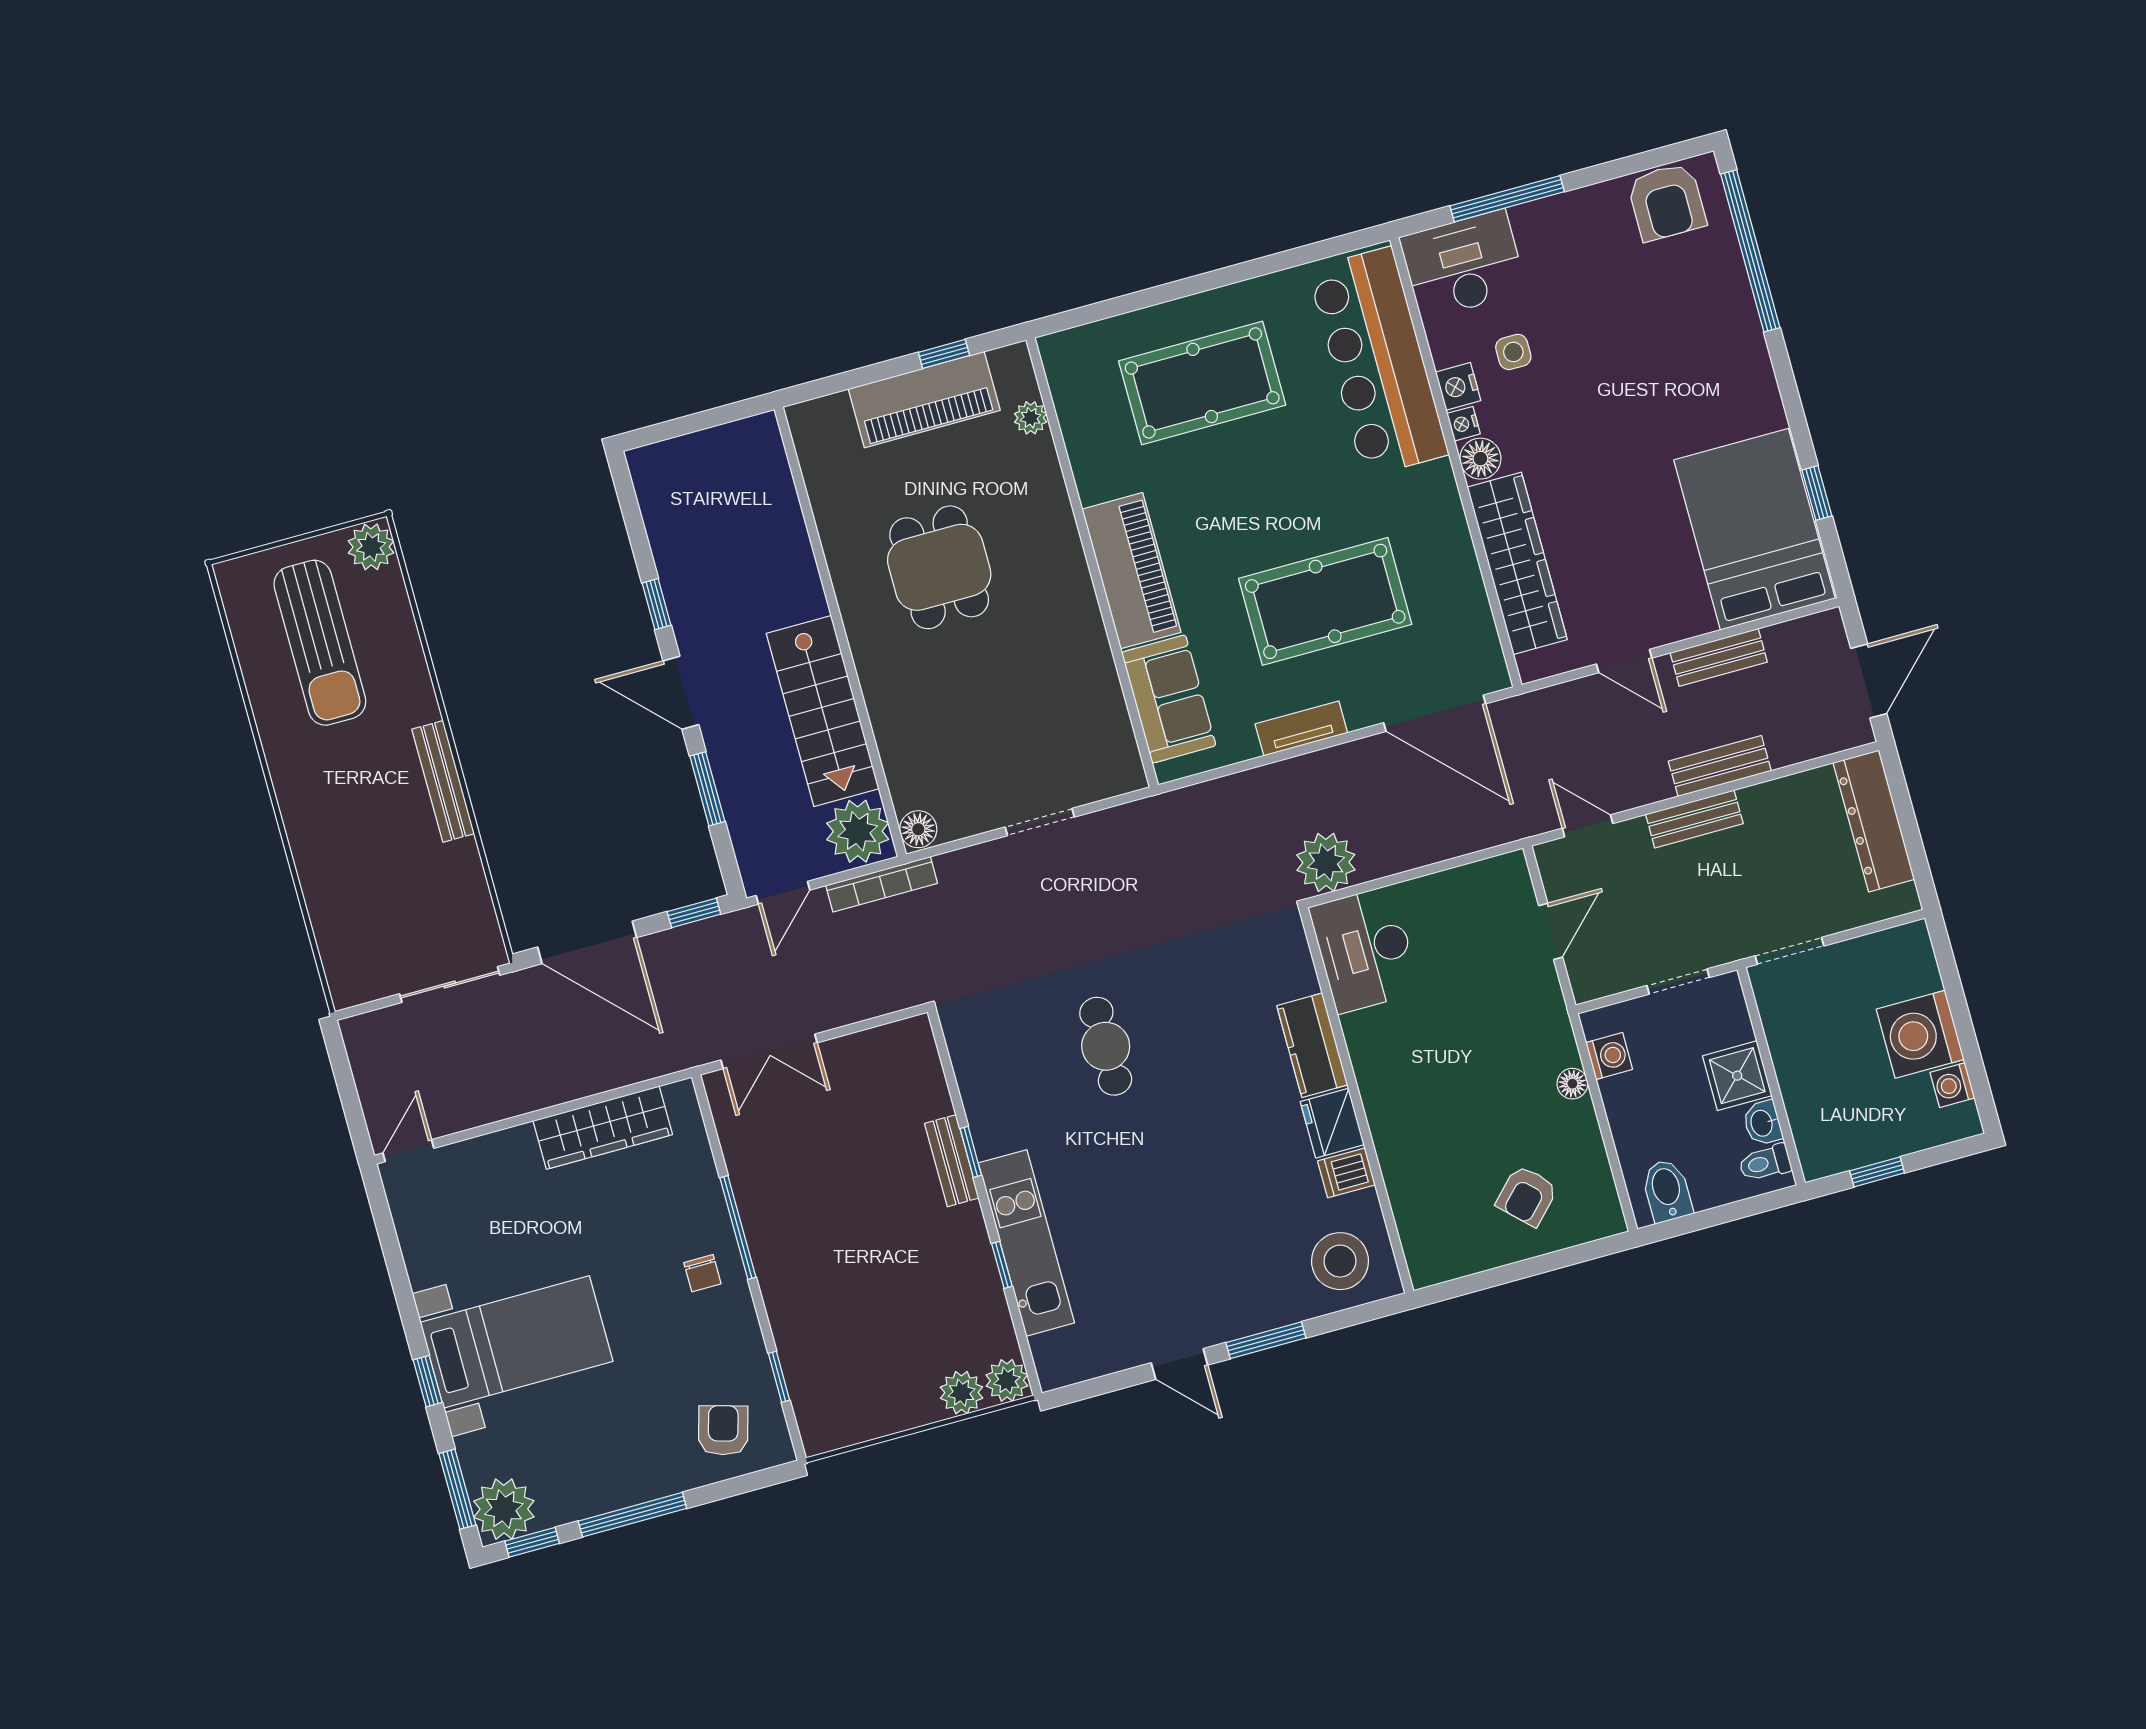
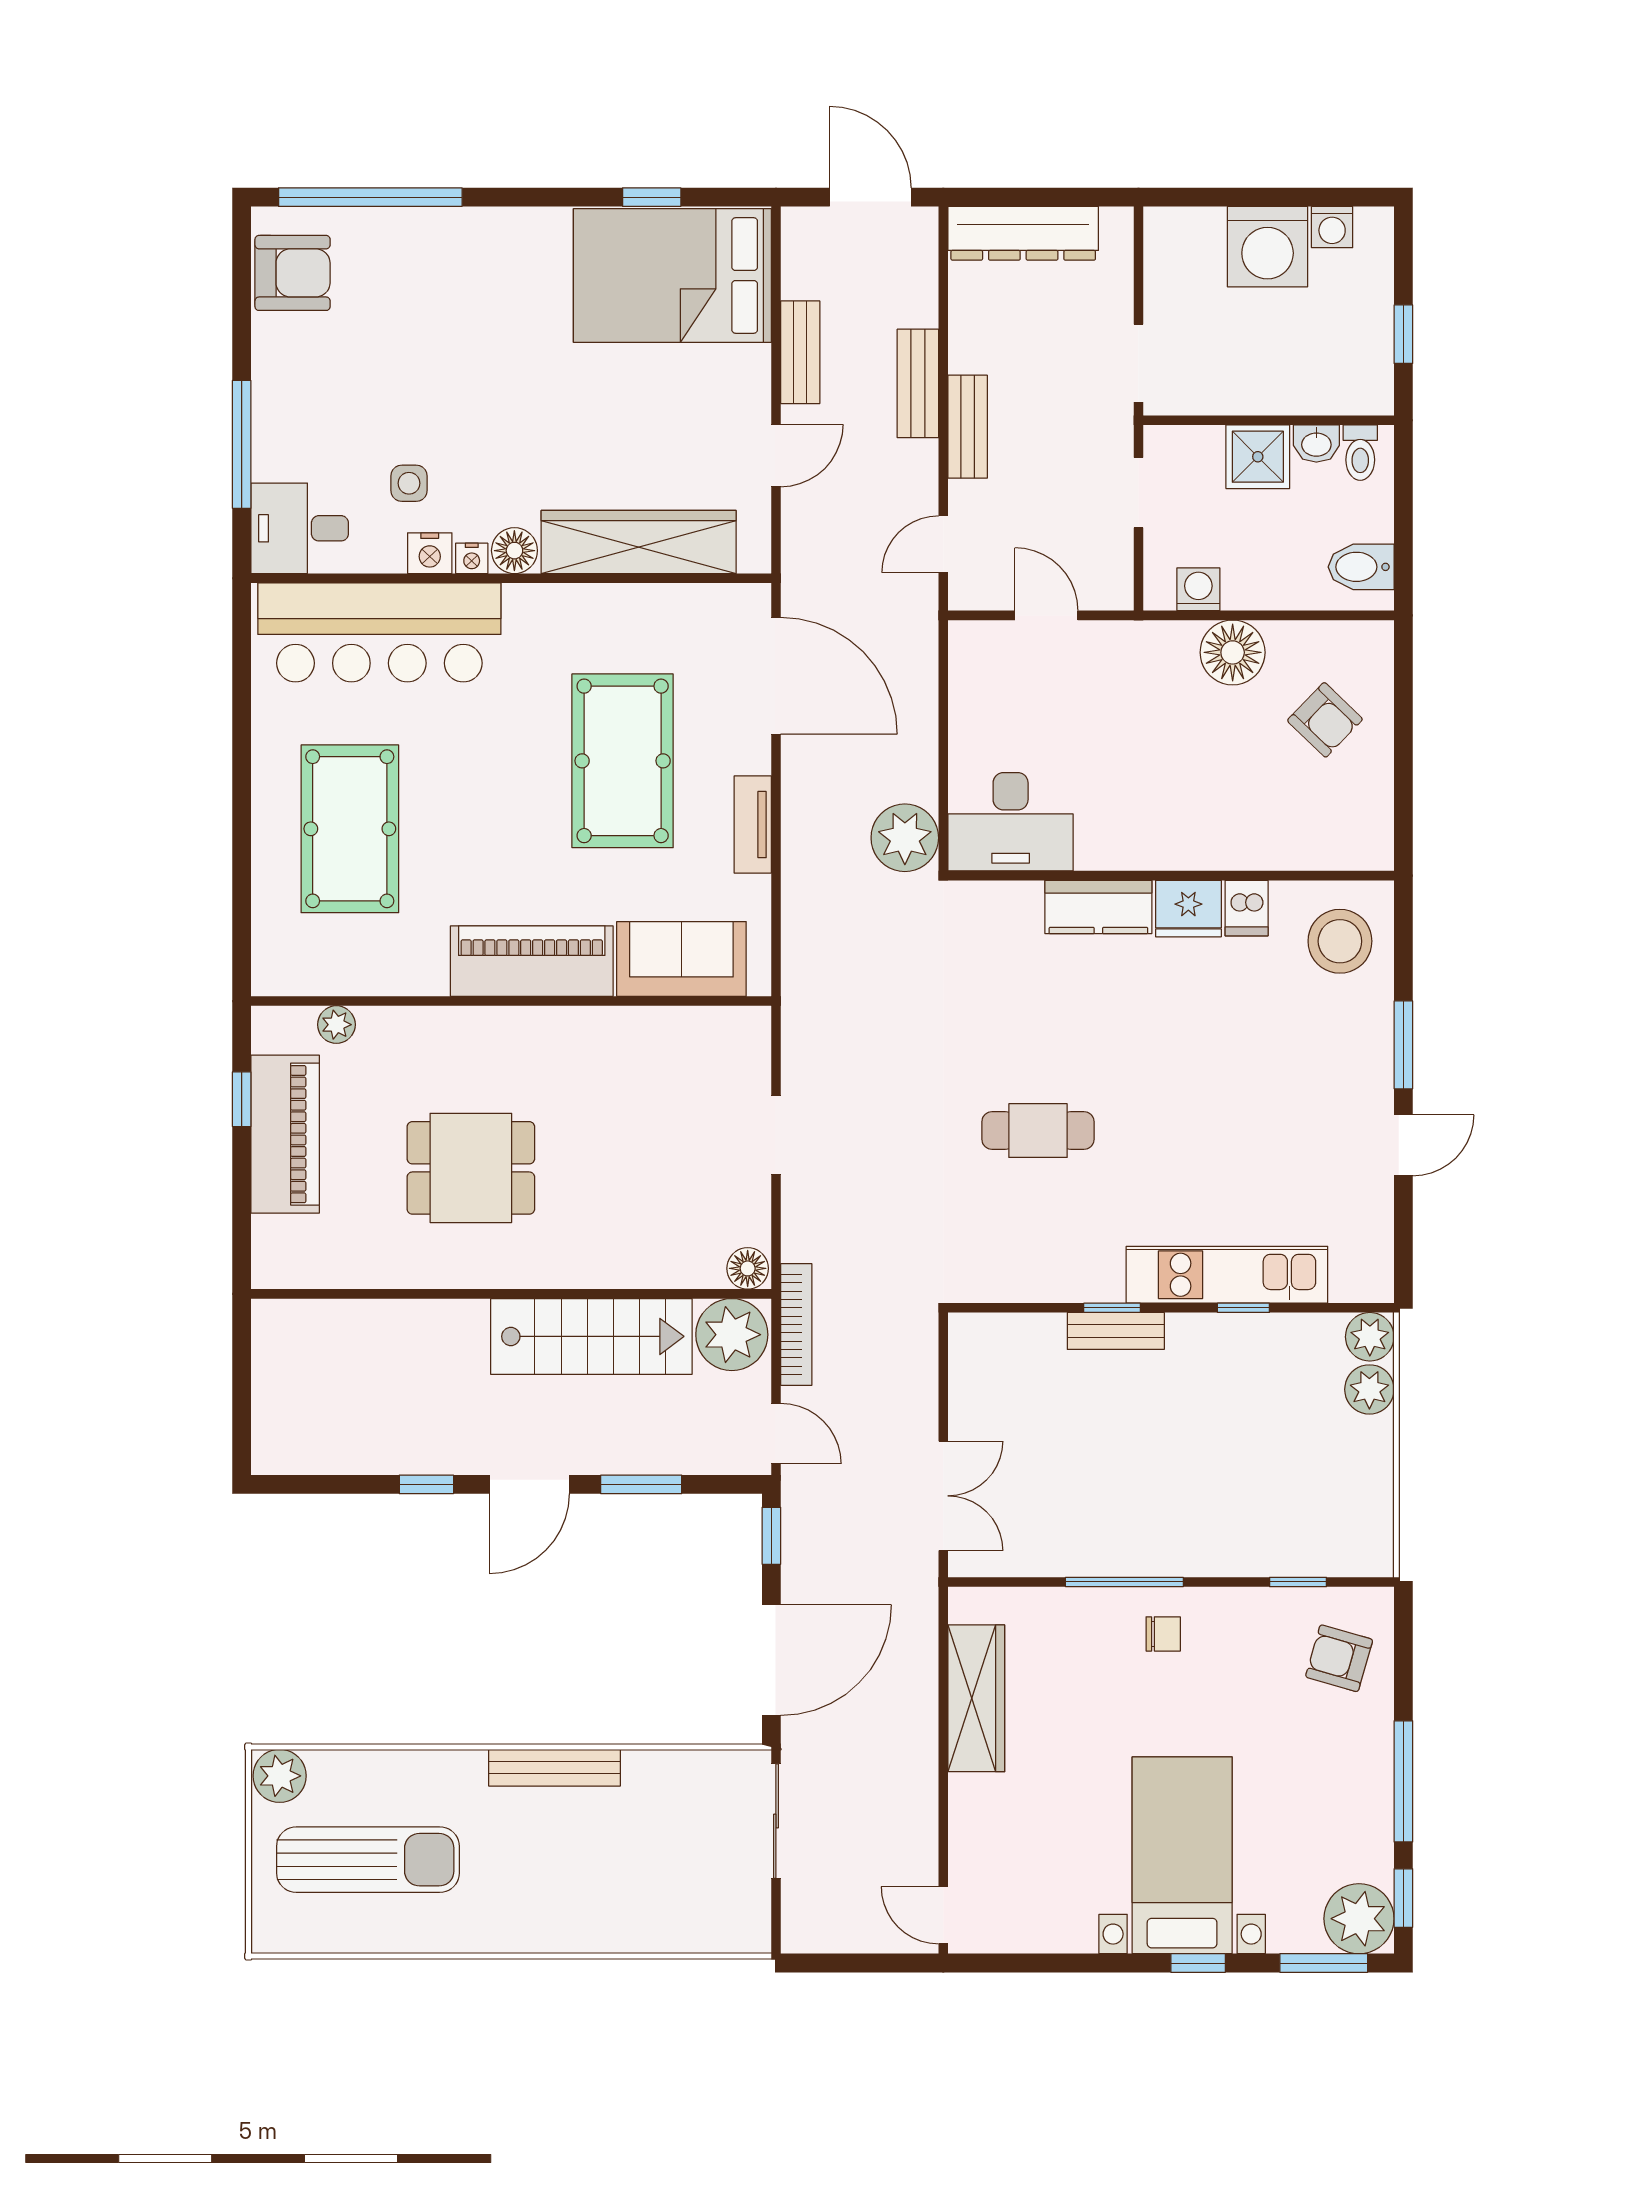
desk: (1463, 265) -> (300, 528), width x0.73
door: (1435, 713) -> (776, 676), hinge flipped
floor lamp: (1572, 1084) -> (1233, 652), width x1.89, depth x1.89

